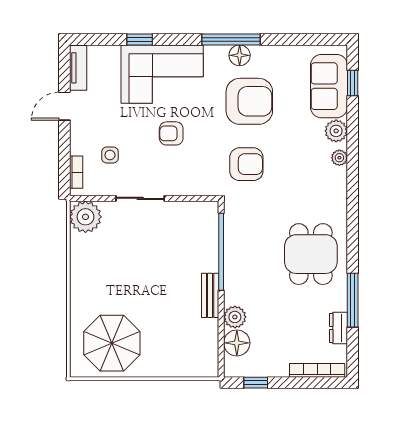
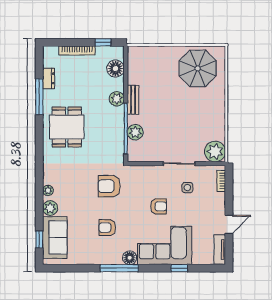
floor lamp: (240, 55) -> (130, 258), moved
armchair: (249, 101) -> (107, 228), width x0.53, depth x0.53
side table: (110, 155) -> (187, 188), moved
plant: (207, 246) -> (135, 132), added
plant: (235, 317) -> (117, 99), moved
bookcase: (317, 370) -> (77, 50), moved

